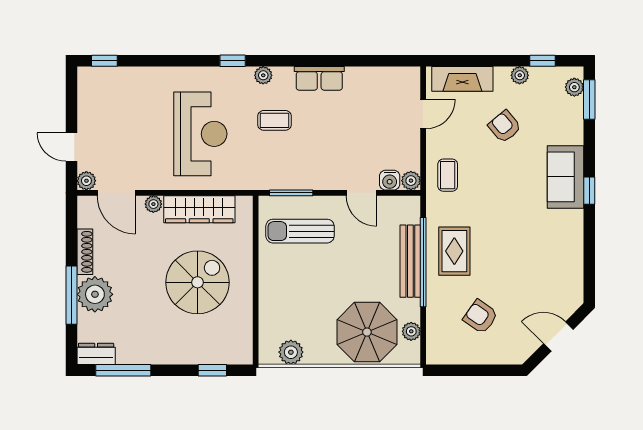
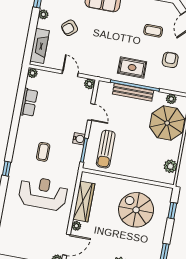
plant: (263, 75) -> (33, 73), moved
row of seats: (319, 78) -> (29, 102), moved
door: (423, 114) -> (70, 73), moved
coffee table: (448, 175) -> (153, 31), moved
water cooler: (390, 180) -> (79, 139), moved
door: (361, 193) -> (91, 112), hinge flipped
spiral stairs: (197, 282) -> (136, 210), moved
armchair: (481, 317) -> (170, 60), turned 145

